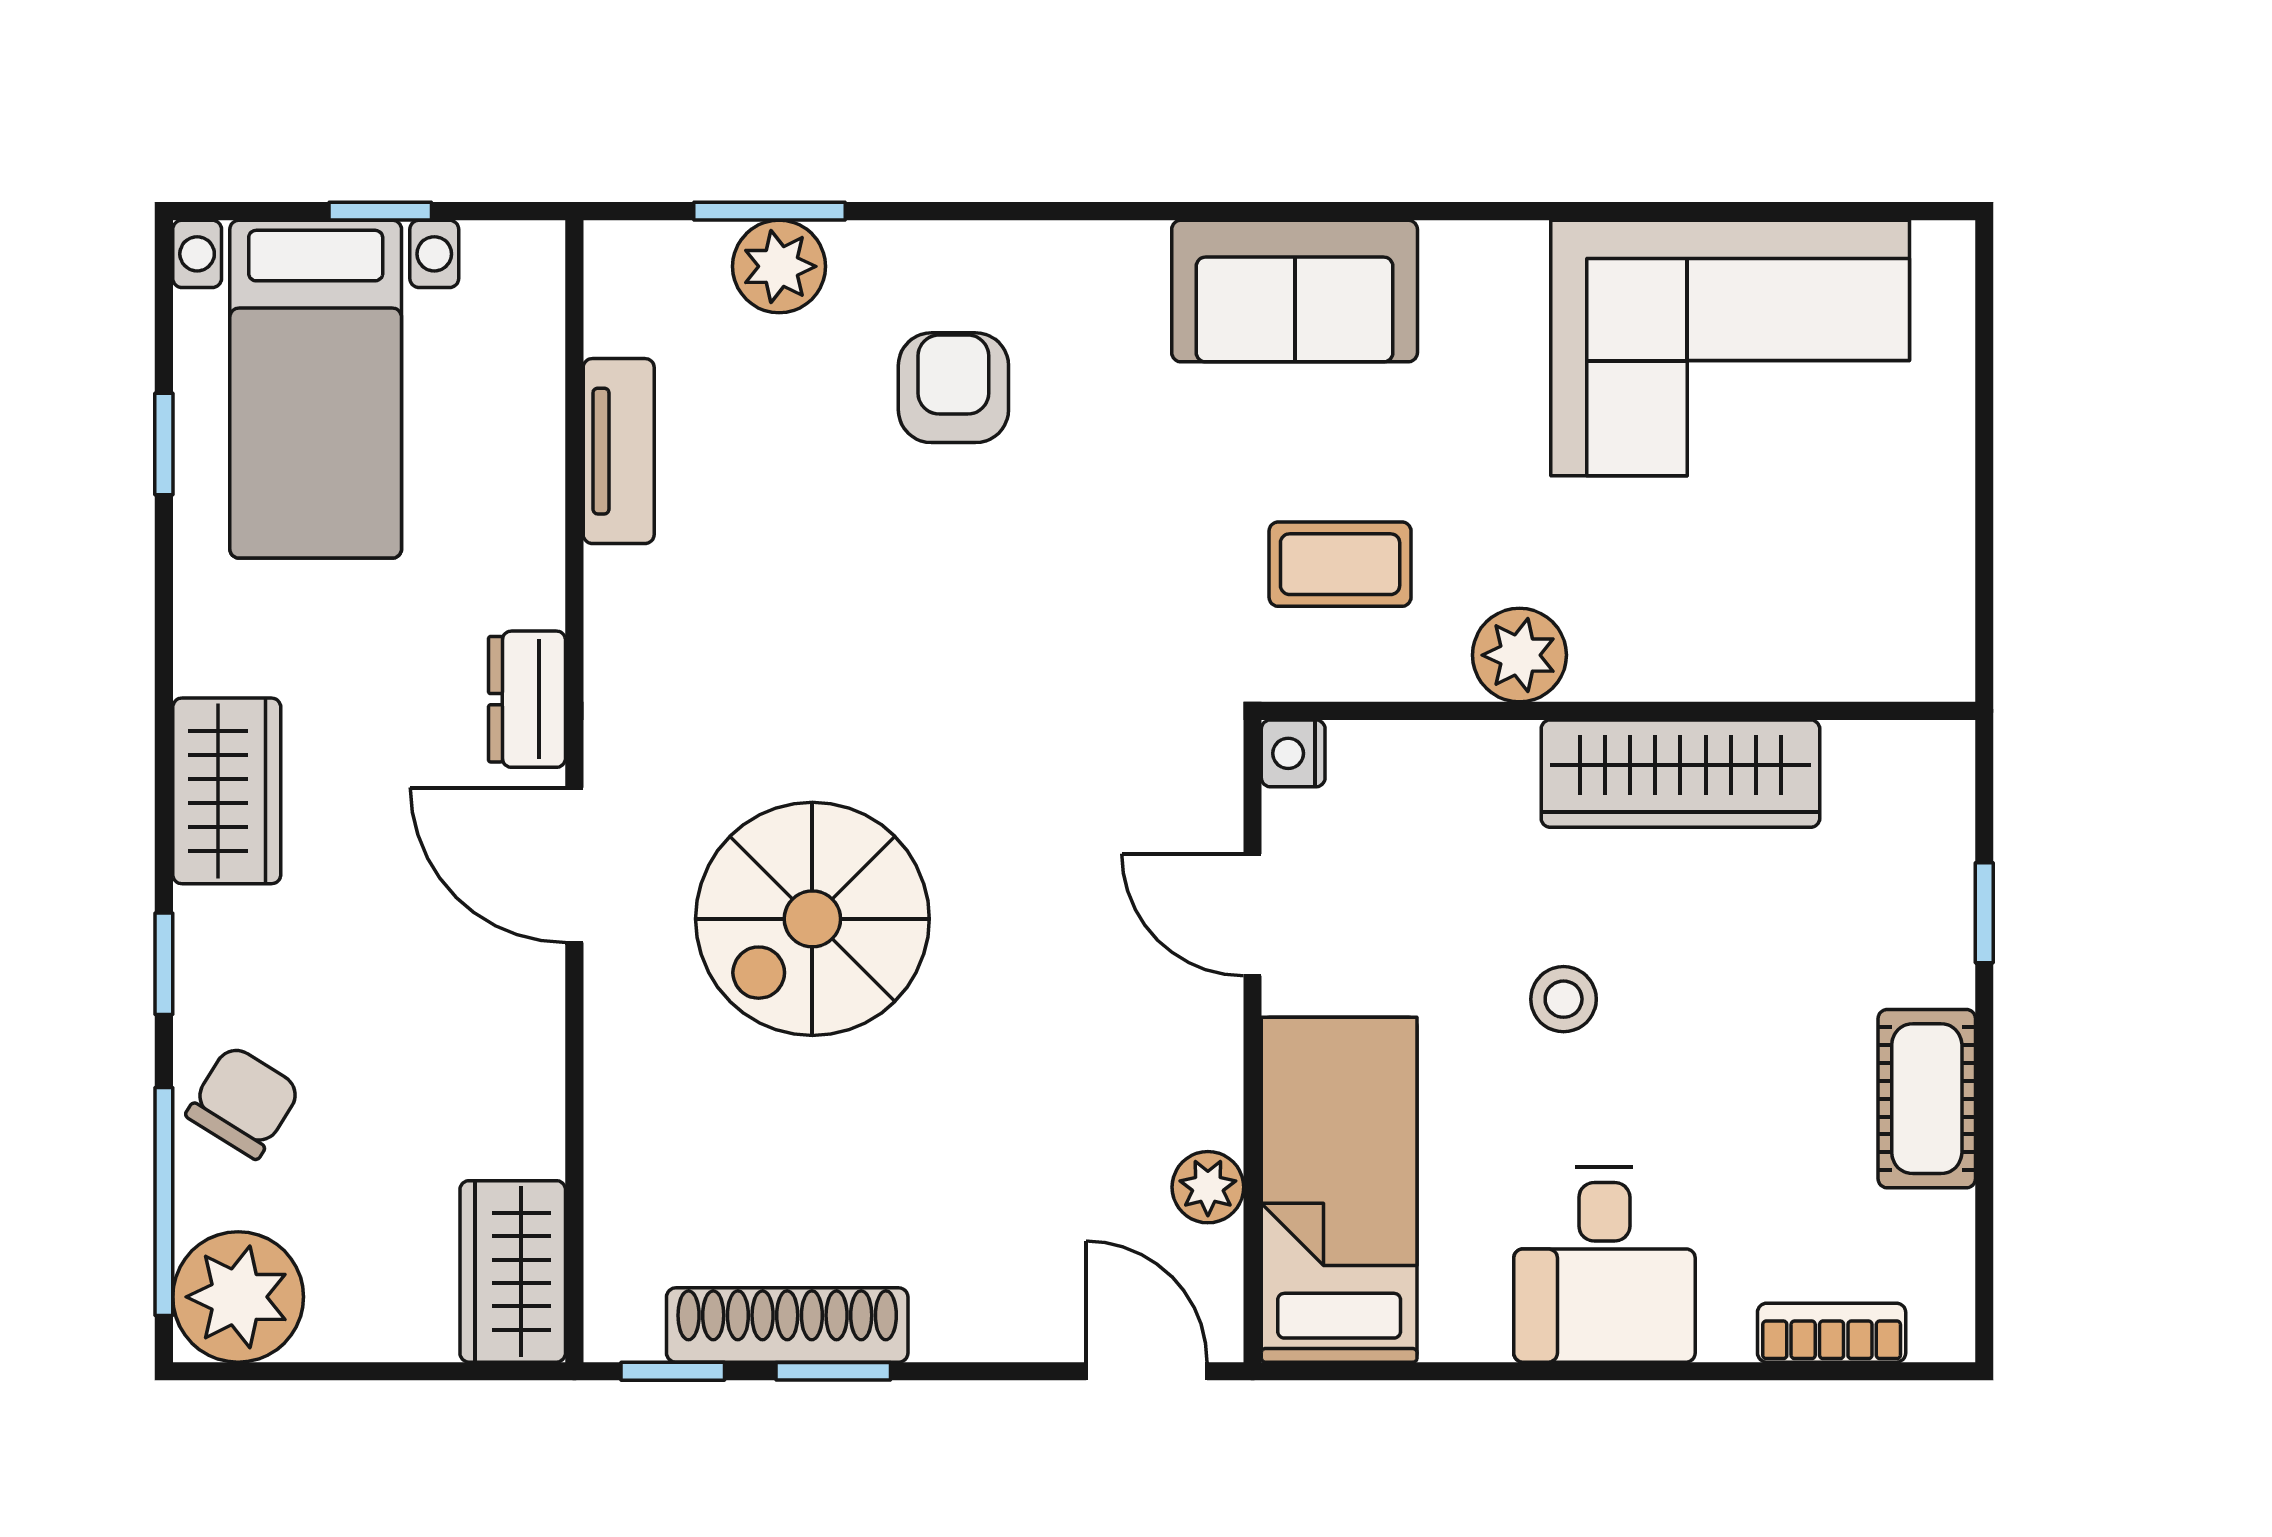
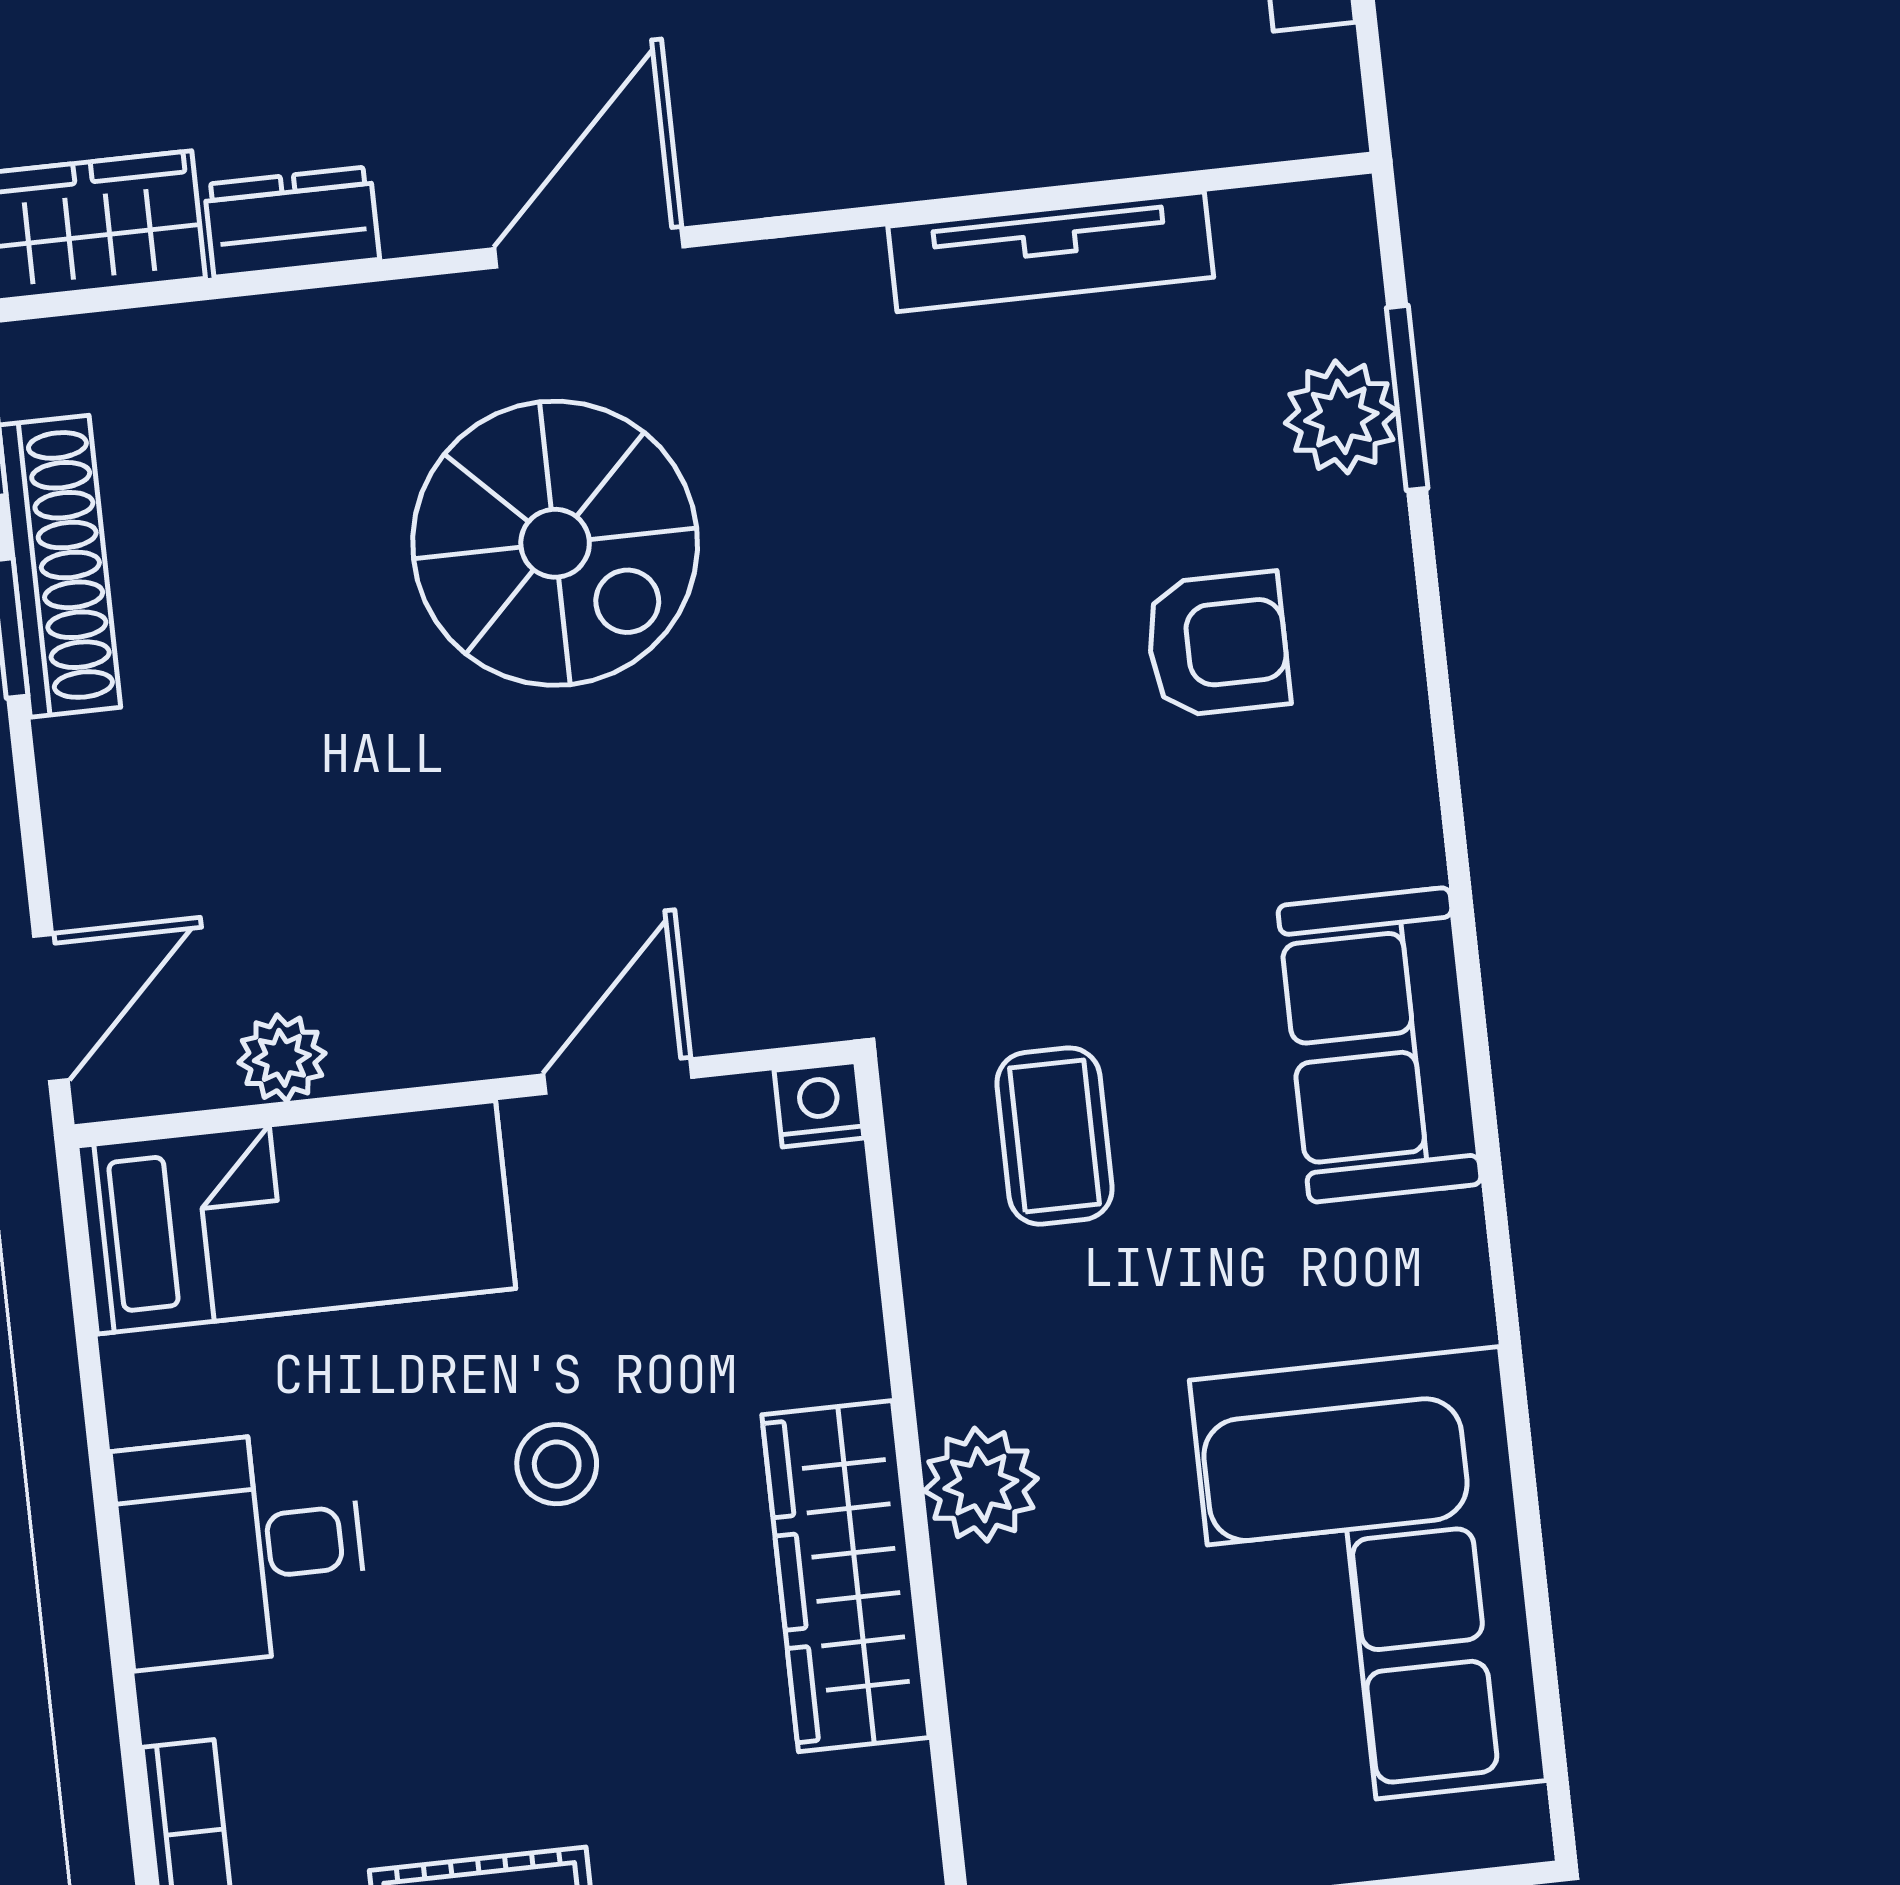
tv unit: (619, 451) -> (1051, 252), width x1.41
plant: (1519, 655) -> (981, 1485), moved
dresser: (527, 699) -> (292, 222), moved
spiral stairs: (812, 919) -> (555, 543), turned 180

